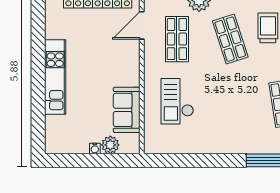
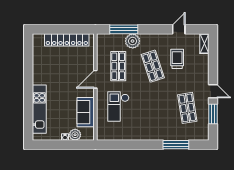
door: (142, 25) -> (95, 79), moved
kitchen unit: (55, 77) -> (39, 109), moved

